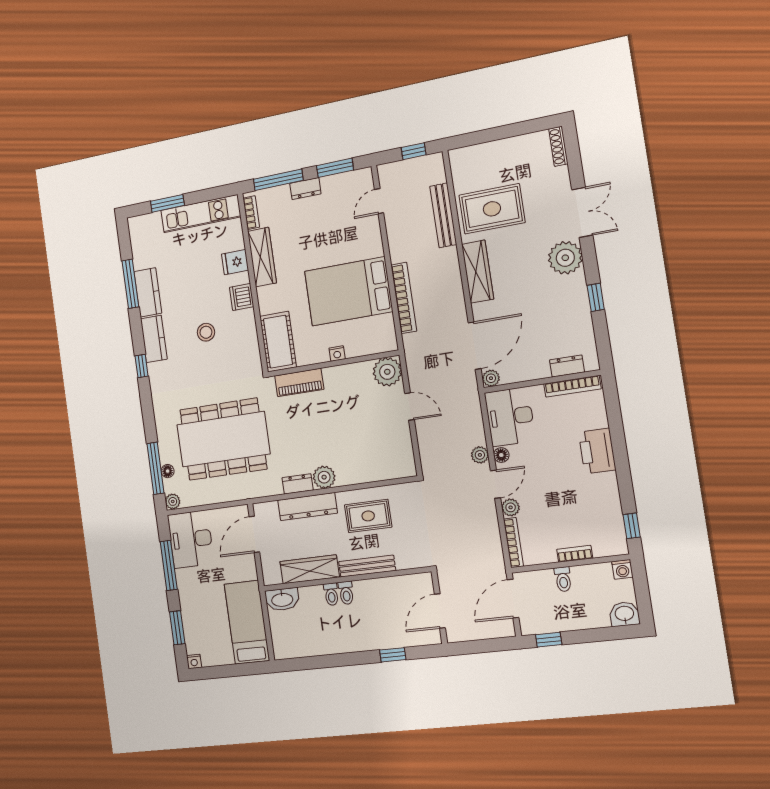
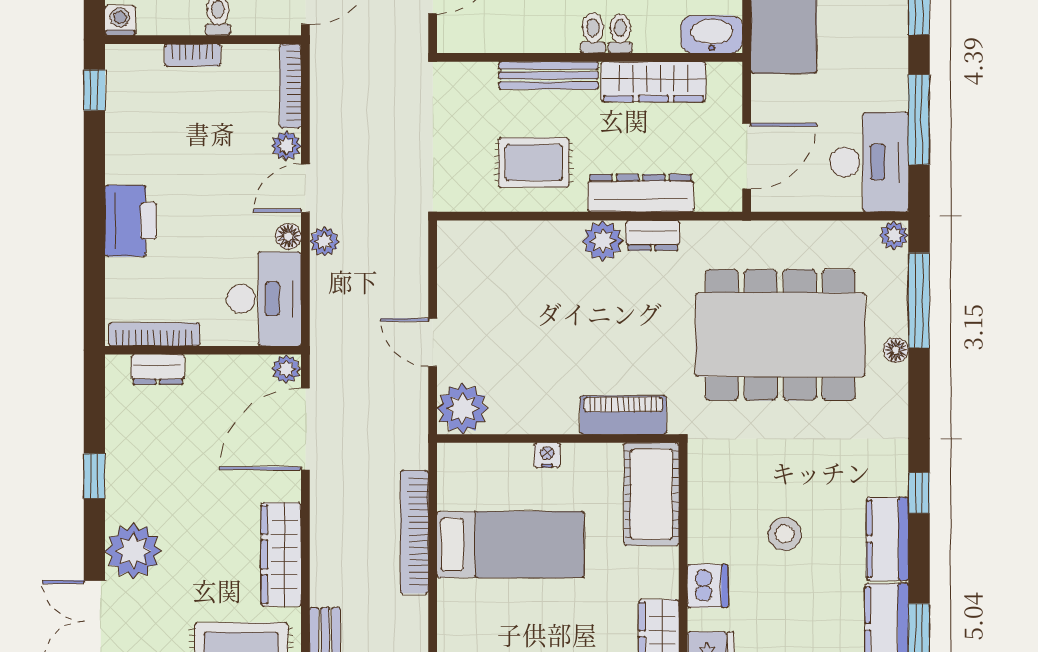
bed: (348, 291) -> (510, 544), width x0.67
floor lamp: (168, 471) -> (896, 350), moved

